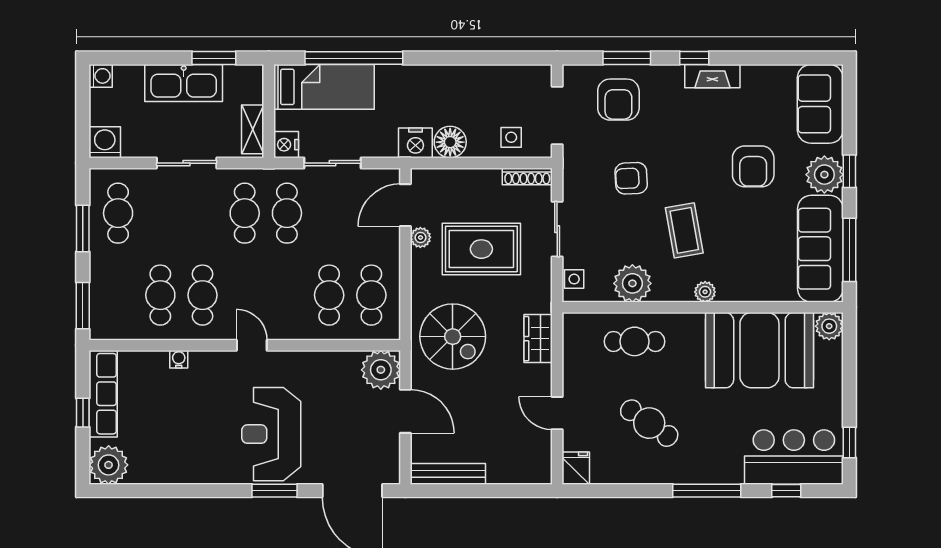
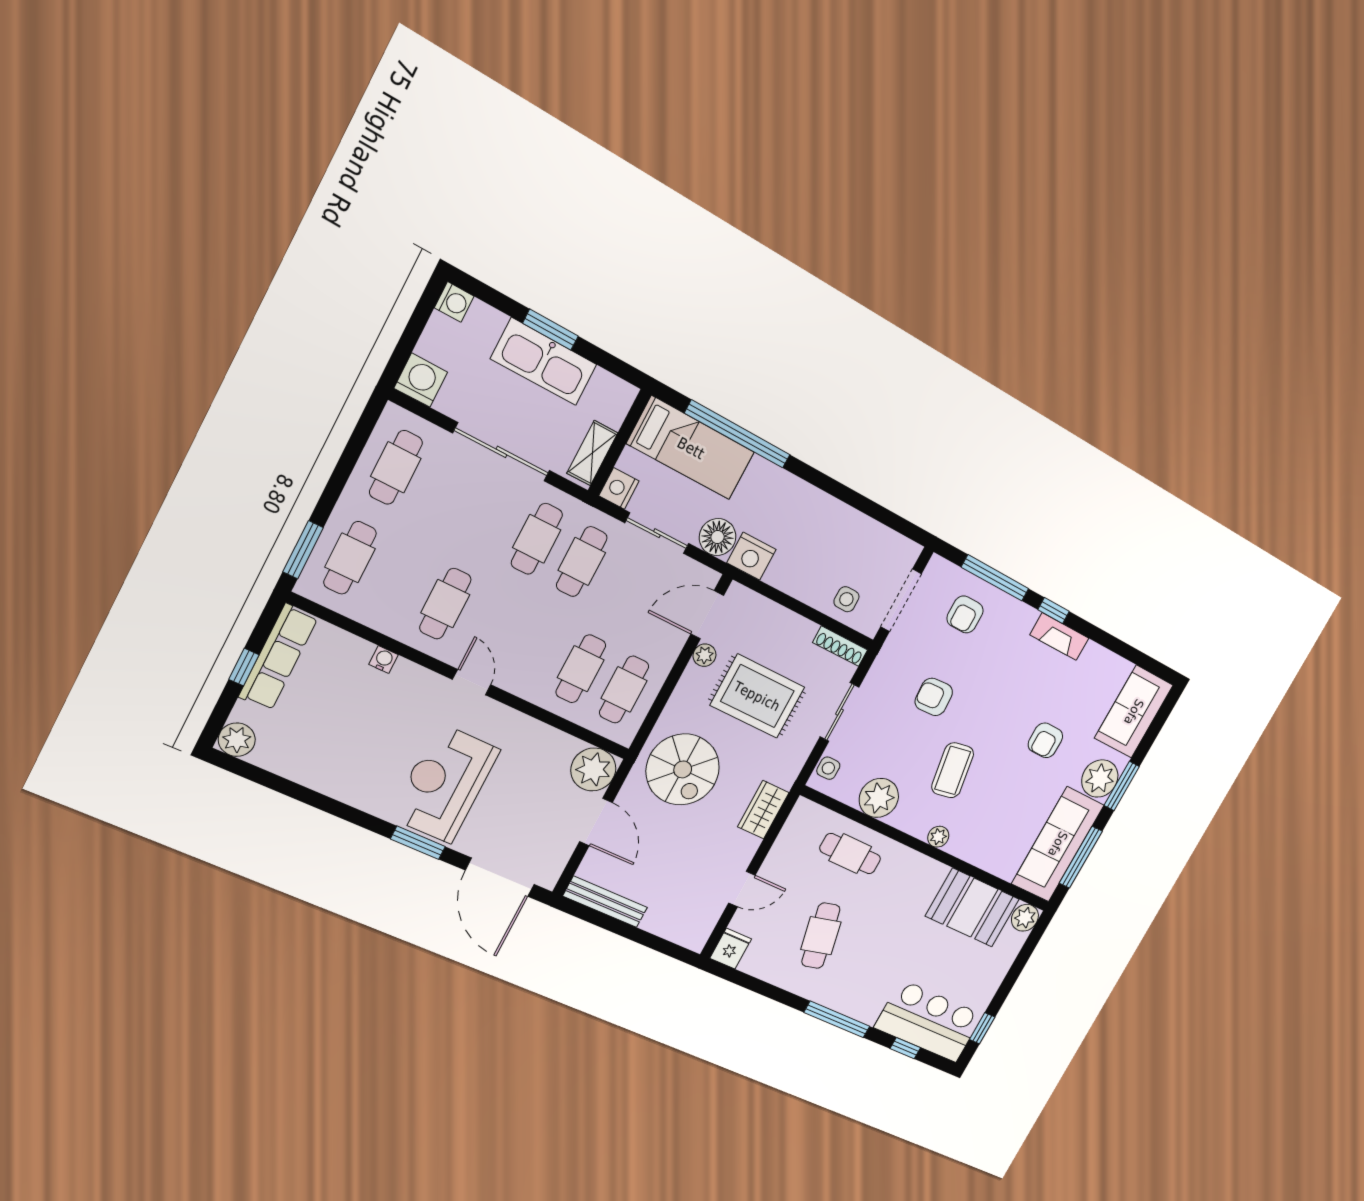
window: (214, 58) -> (550, 330), moved
window: (627, 58) -> (995, 578), width x1.44
armchair: (618, 100) -> (965, 614), width x0.72, depth x0.72
floor lamp: (450, 142) -> (718, 537), moved
sliding door: (187, 163) -> (501, 452), width x1.37
armchair: (753, 166) -> (1045, 740), width x0.72, depth x0.72
window: (849, 171) -> (1122, 786), width x1.50
window: (83, 228) -> (346, 464), removed
cafe table: (160, 295) -> (350, 558), moved
booth: (759, 350) -> (972, 908), width x0.73, depth x0.70
door: (557, 413) -> (742, 889), swing flipped
cafe table: (649, 423) -> (821, 936), turned 42
plant: (109, 465) -> (237, 740), width x0.73, depth x0.73

